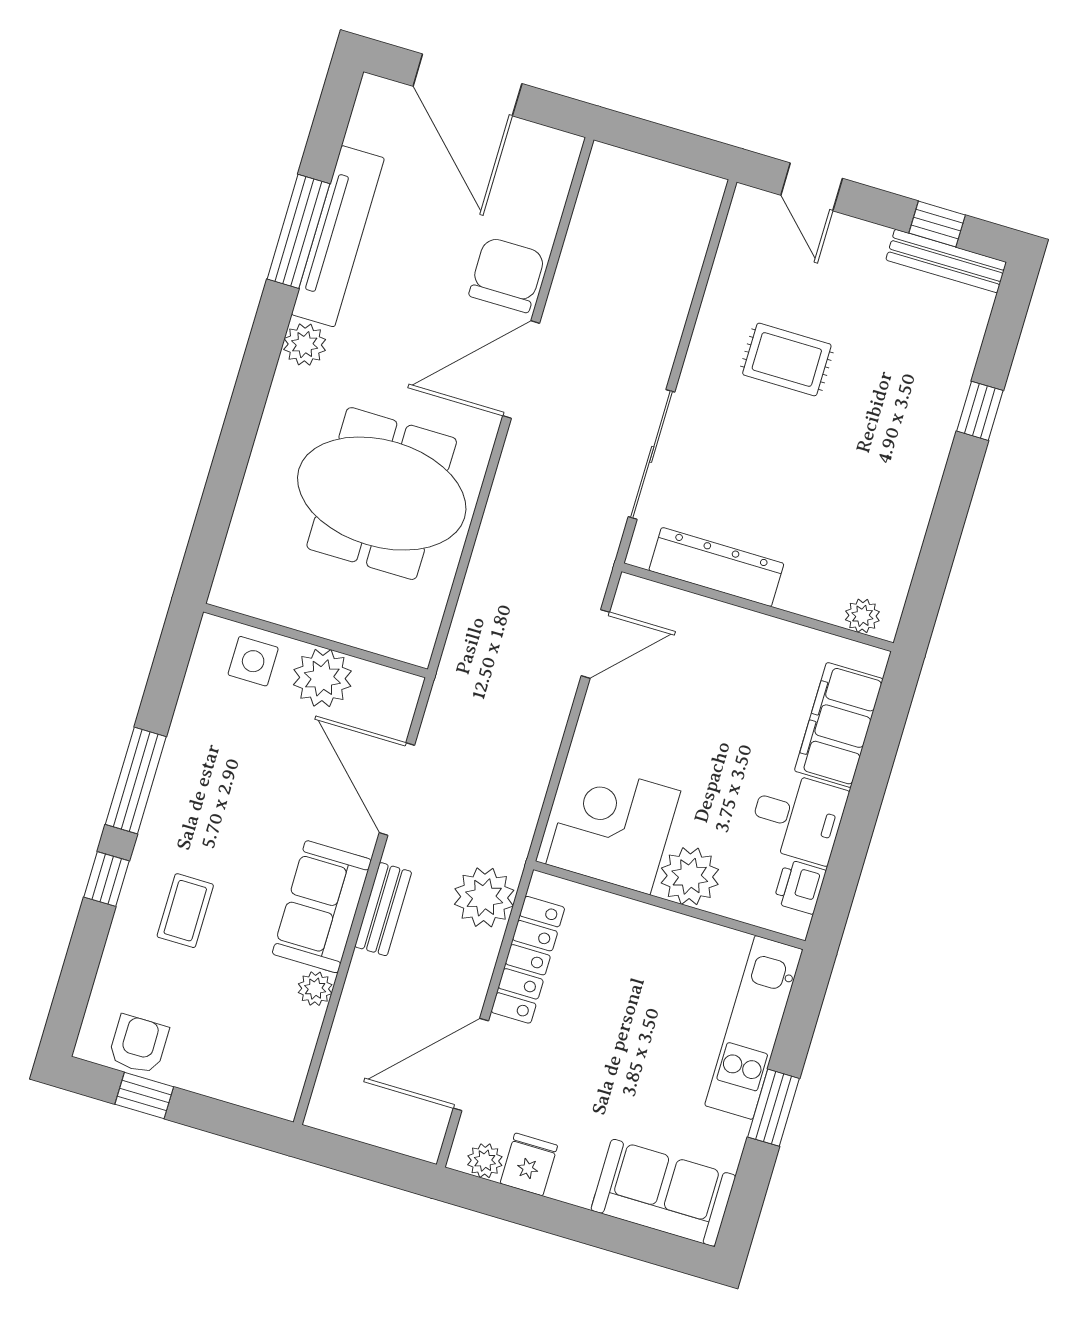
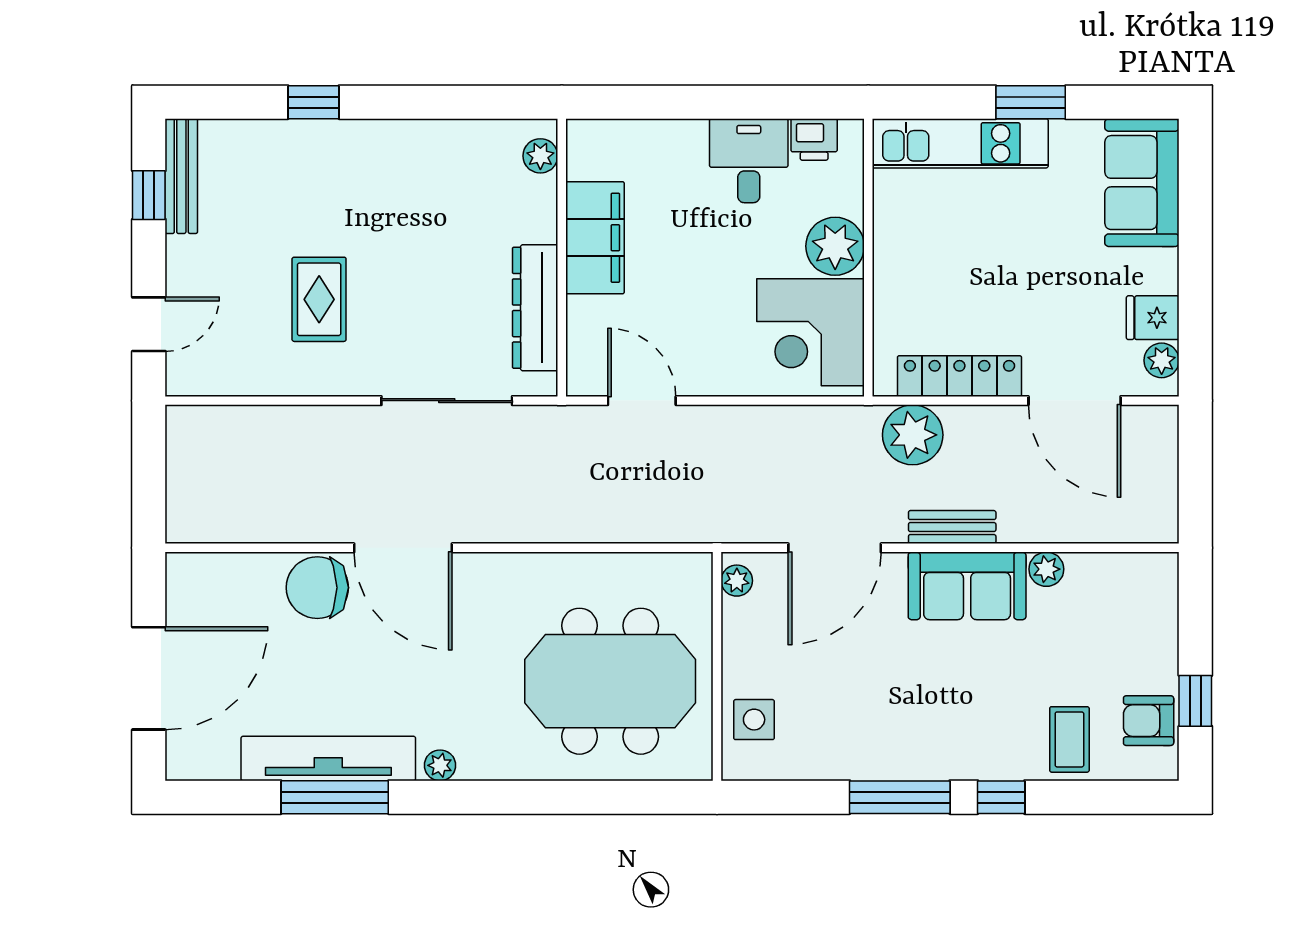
plant: (305, 345) -> (440, 765), width x0.73, depth x0.73
meeting table: (382, 494) -> (610, 681), moved, turned 90
plant: (322, 678) -> (737, 581), moved, width x0.53, depth x0.53
filing cabinet: (839, 725) -> (595, 238), moved, turned -90
coffee table: (185, 911) -> (1069, 739), moved, turned 90

